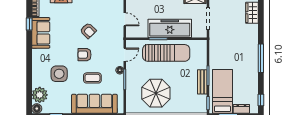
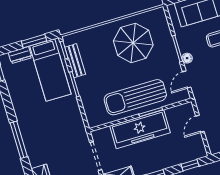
door: (125, 19) -> (200, 124), hinge flipped
window: (261, 58) -> (19, 140), moved
bench: (202, 82) -> (75, 61), moved

